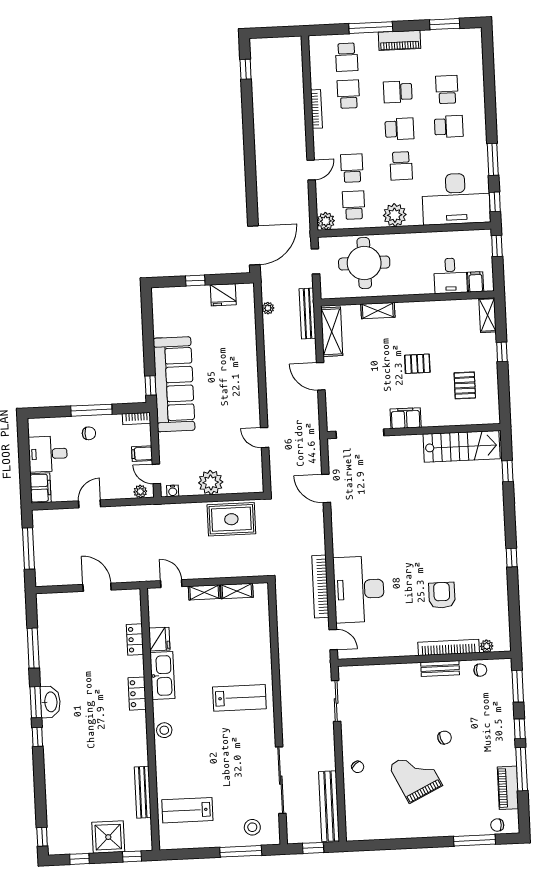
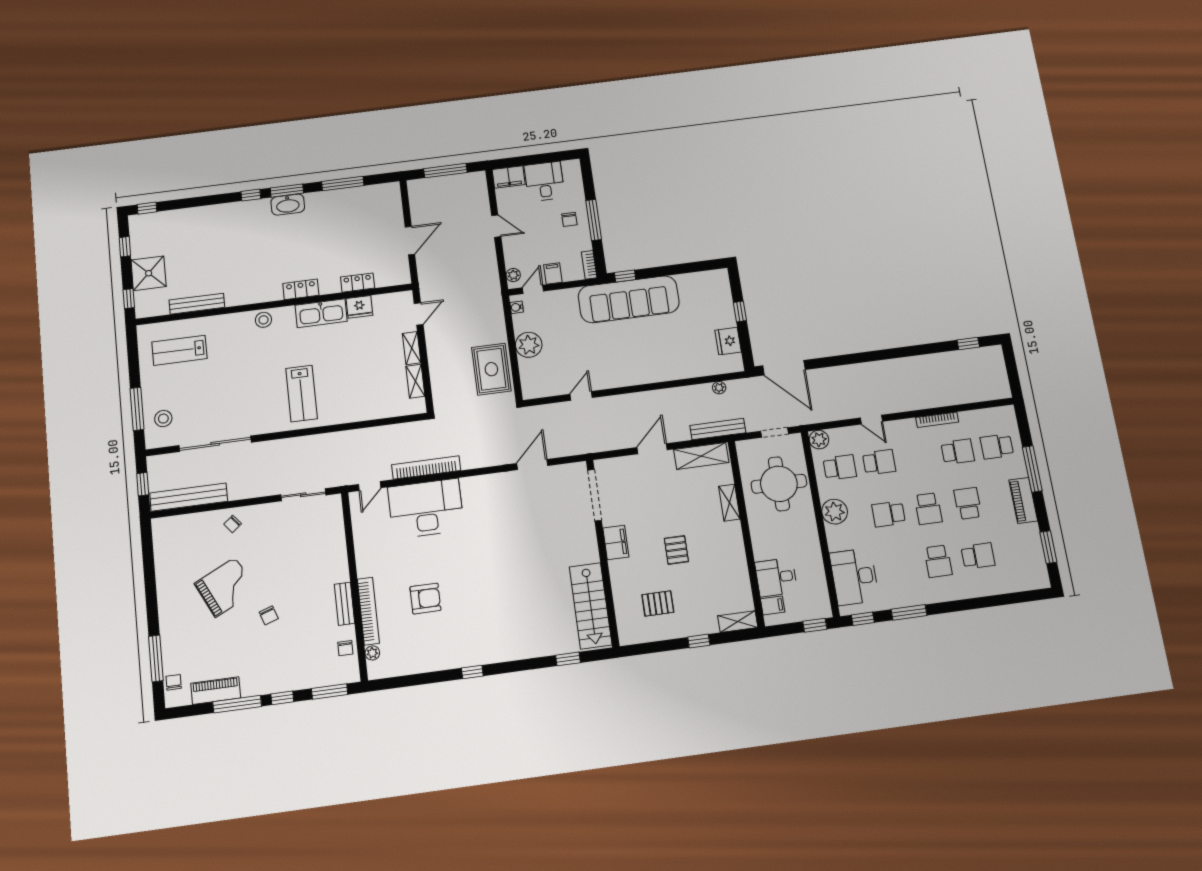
desk: (456, 199) -> (854, 577), width x0.73, depth x0.77
lab bench: (187, 810) -> (179, 350), turned -90

